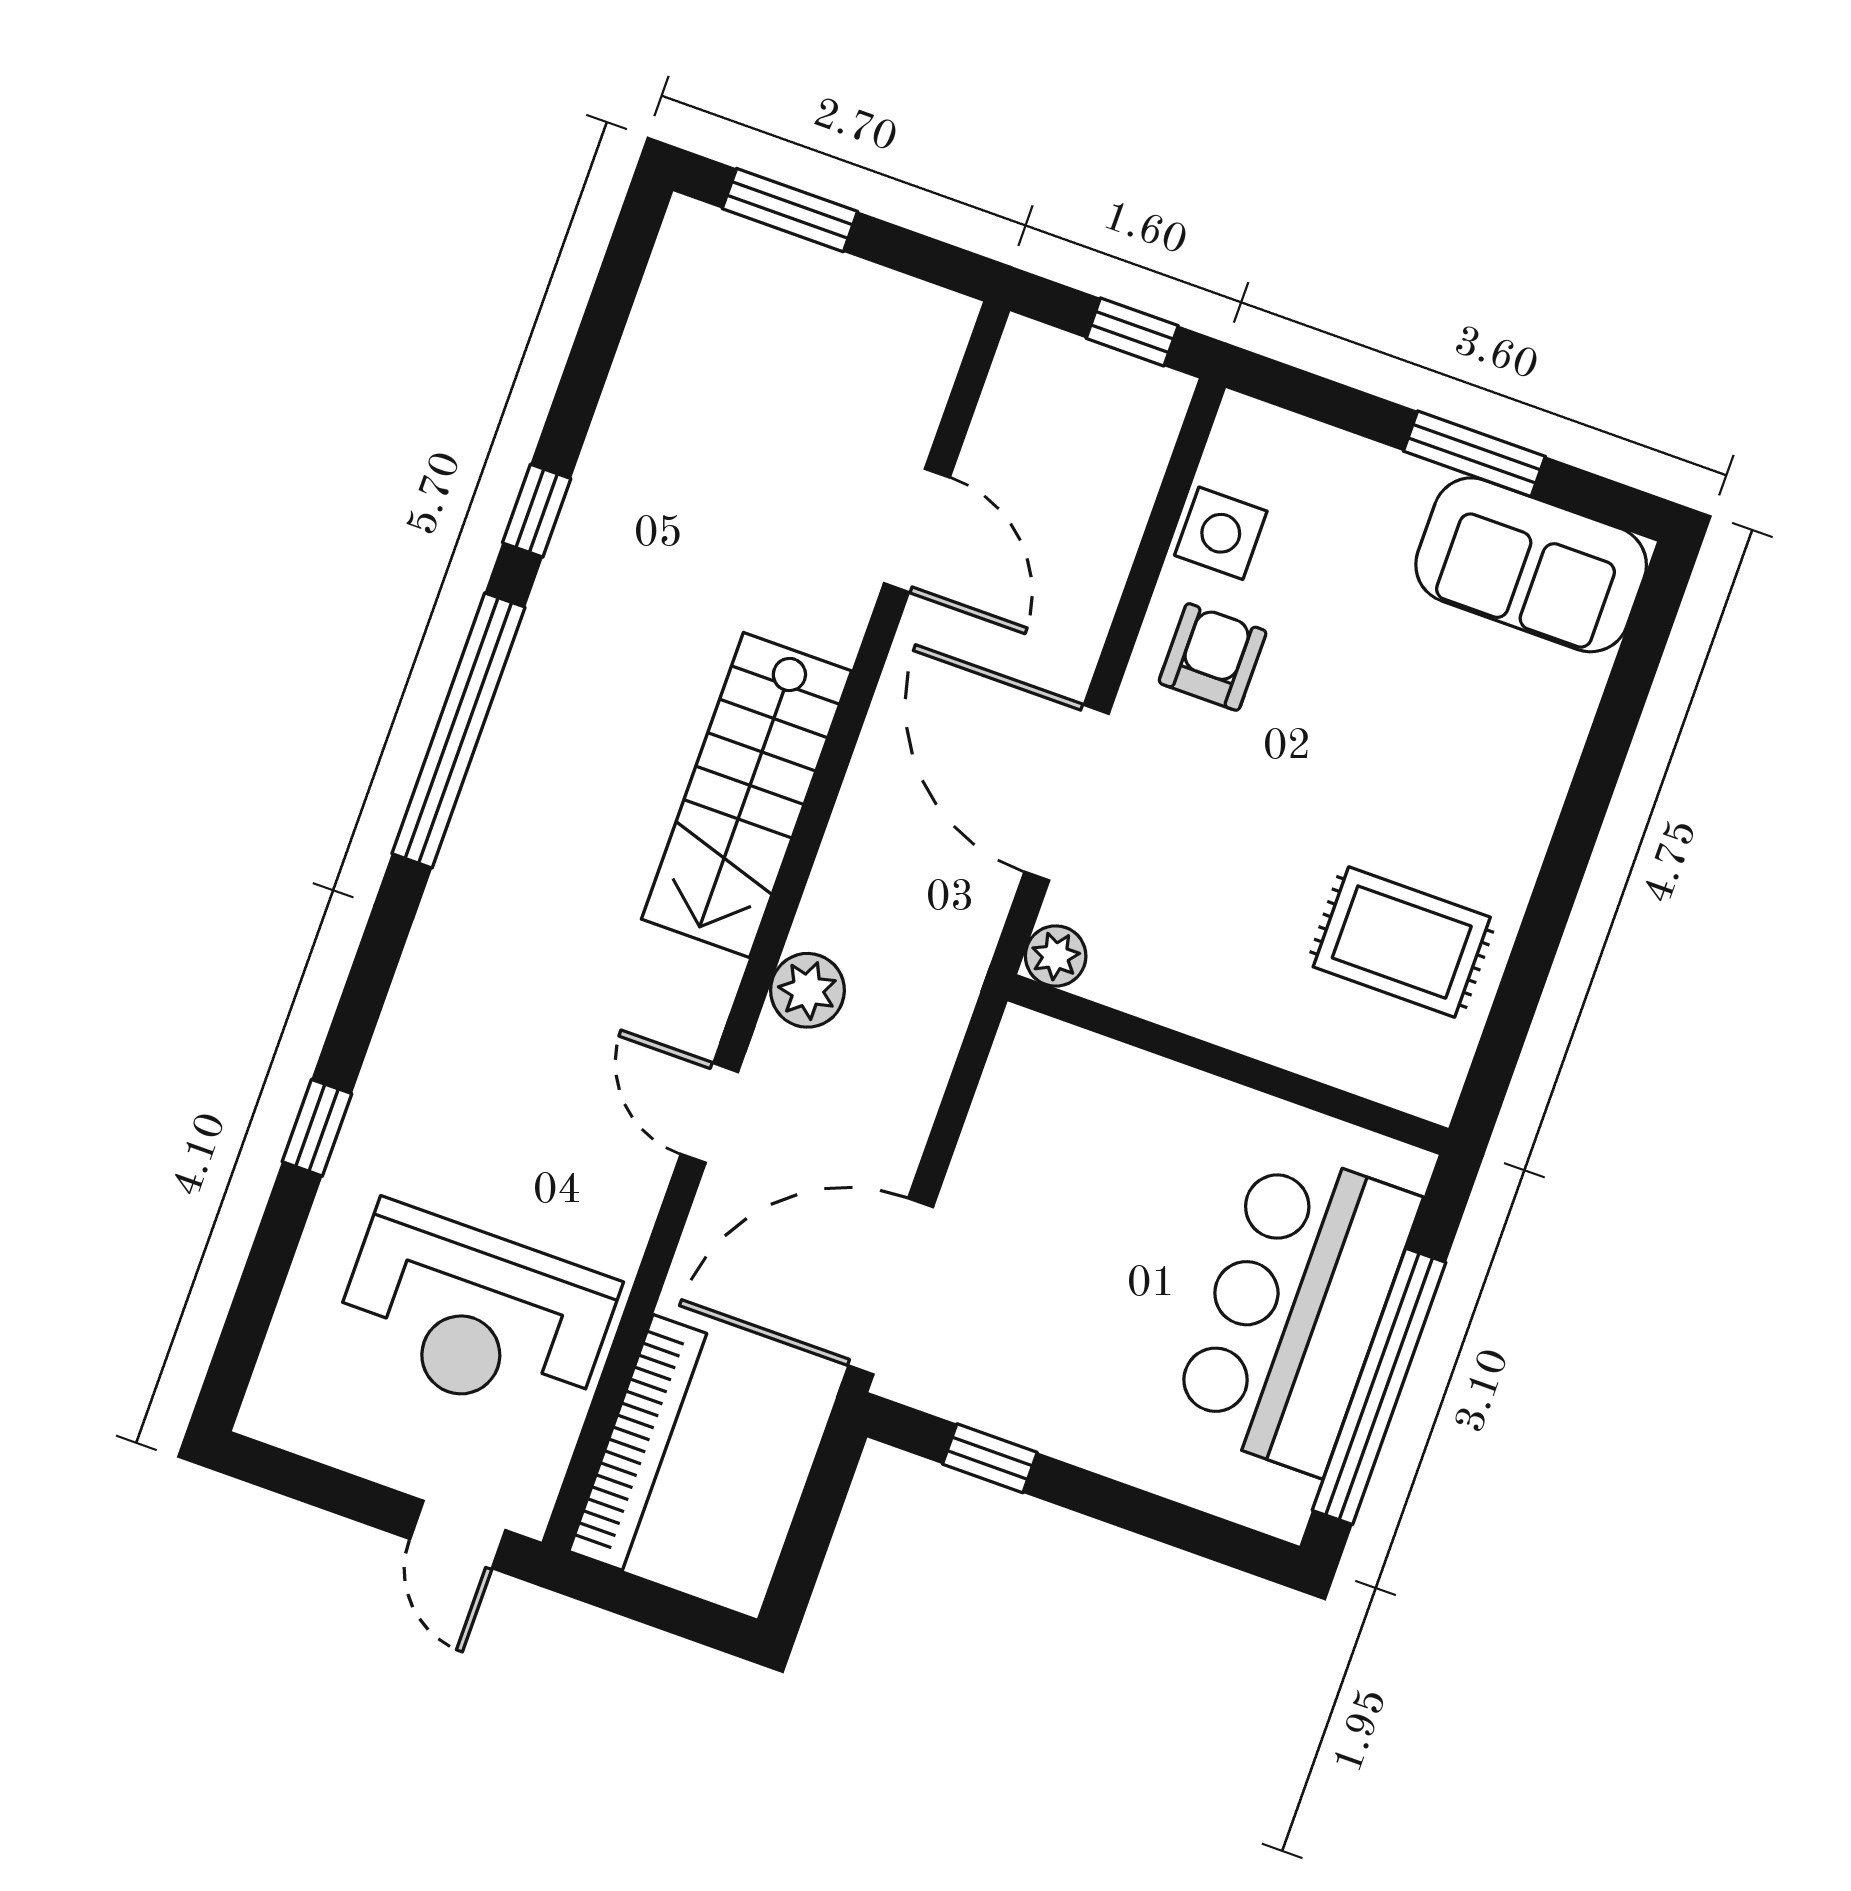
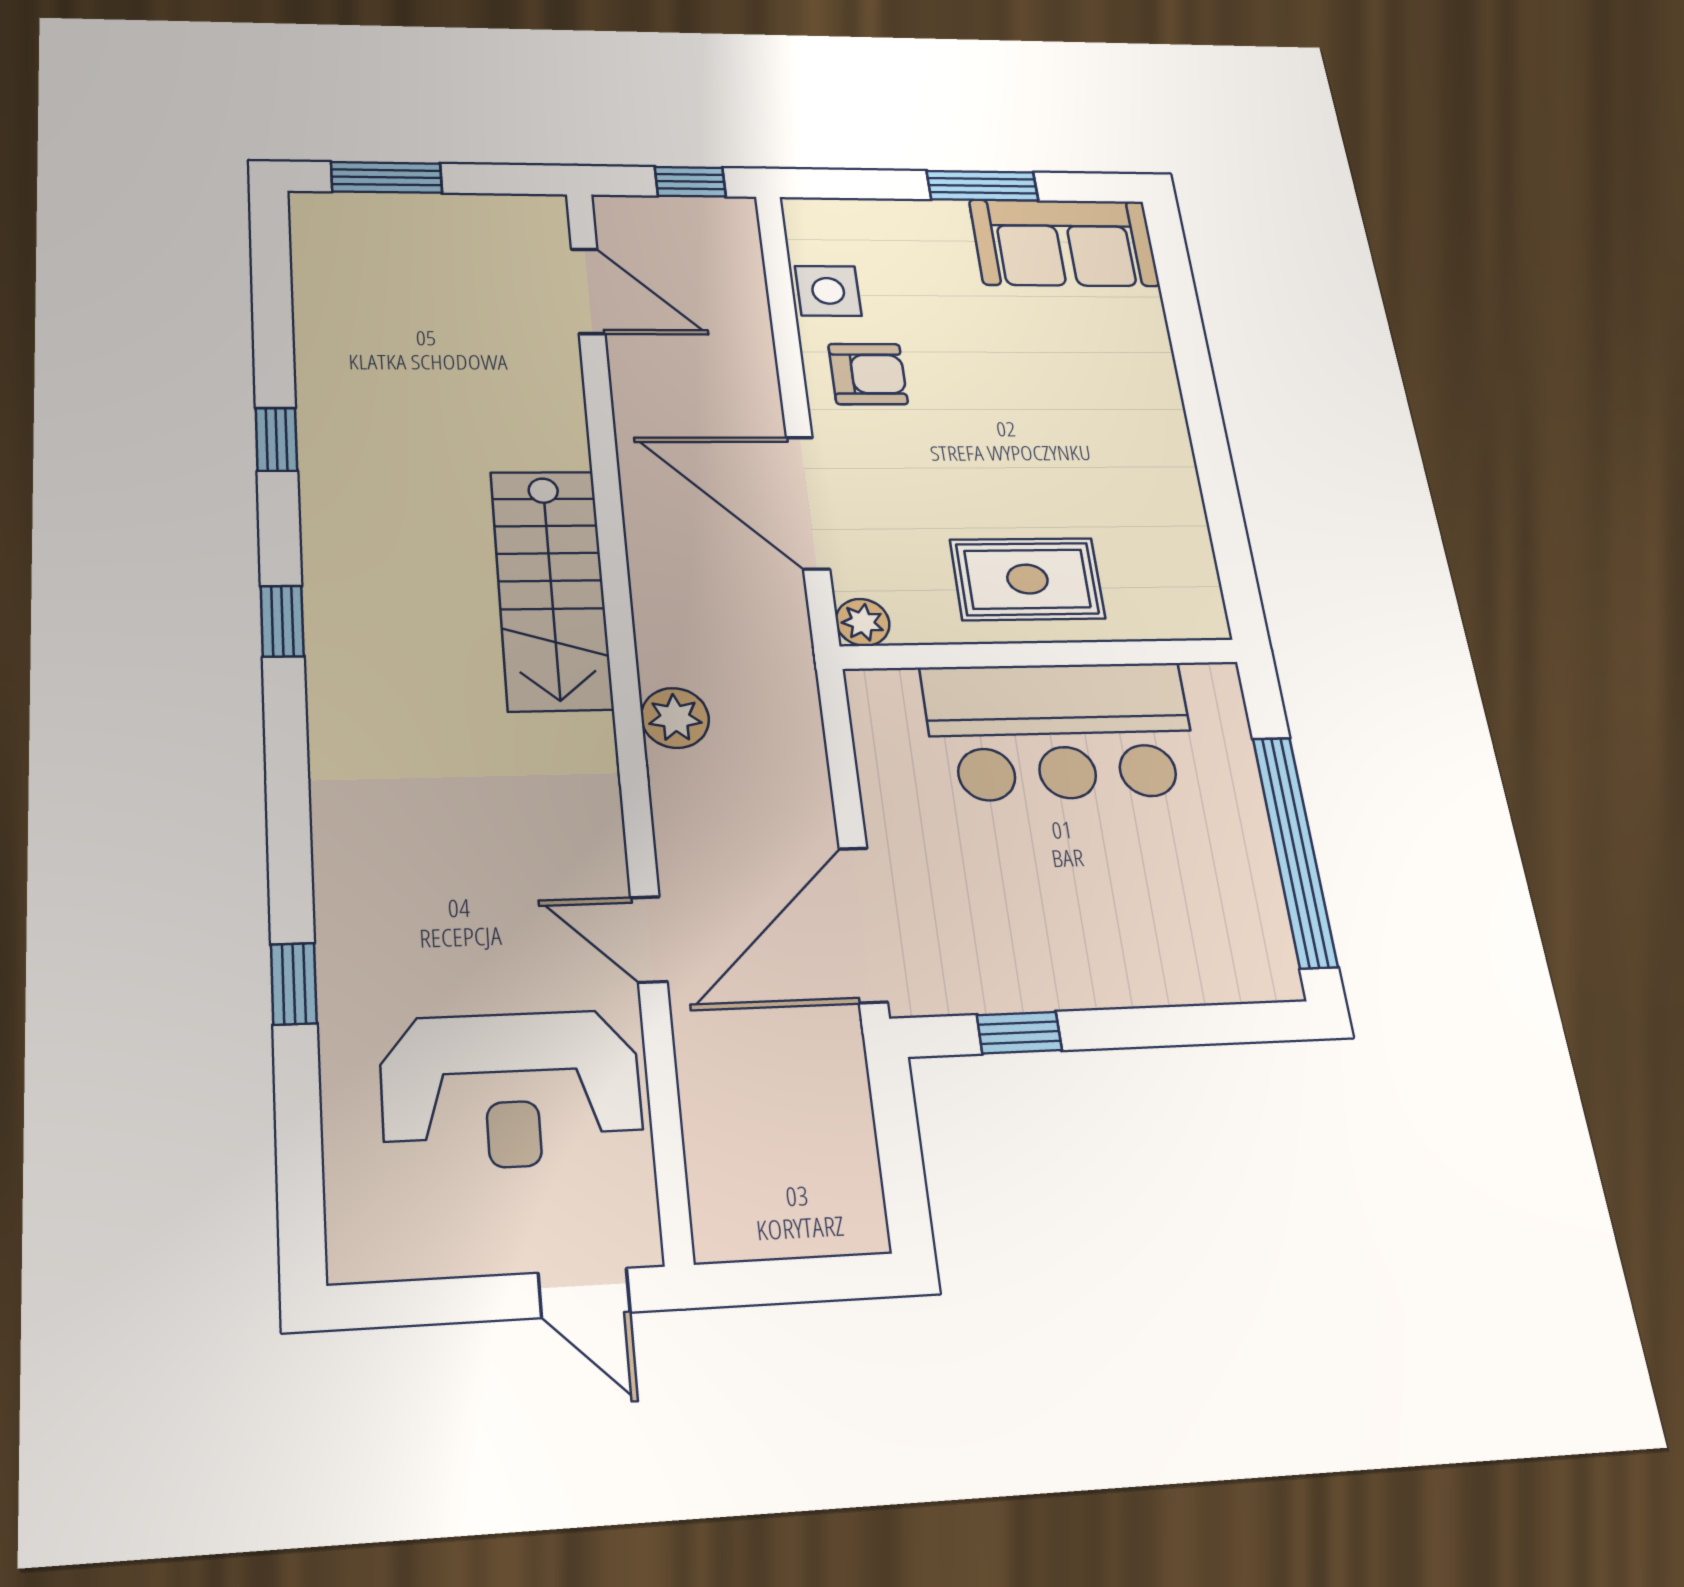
door: (917, 530) -> (588, 291), moved
armchair: (1213, 657) -> (868, 374), turned 90
window: (458, 730) -> (282, 621), width x0.32
rug: (1402, 942) -> (1027, 579), moved
door: (709, 1113) -> (649, 939), moved
bar counter: (1295, 1310) -> (1061, 731), moved, turned -90
bookcase: (638, 1442) -> (710, 1142), removed

